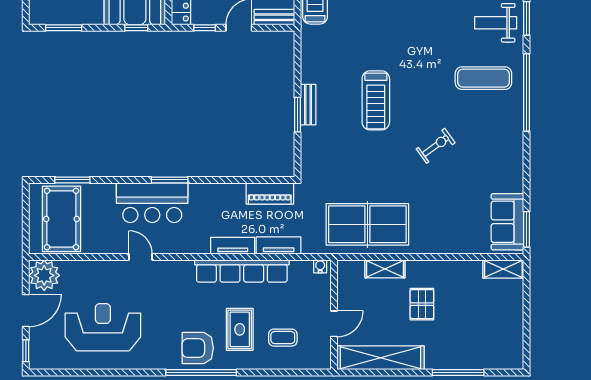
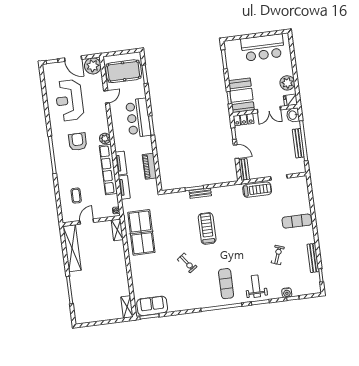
treadmill: (376, 100) -> (207, 228), turned 90
piano: (270, 193) -> (149, 166), moved
door: (140, 257) -> (107, 97), moved
shelving: (385, 269) -> (117, 230), moved
plant: (183, 270) -> (105, 138), added
pallet: (422, 304) -> (103, 266), removed
door: (334, 324) -> (87, 222), swing flipped
reception desk: (103, 327) -> (69, 100), turned 180
rug: (240, 329) -> (77, 172), removed
armchair: (198, 348) -> (78, 142), moved

